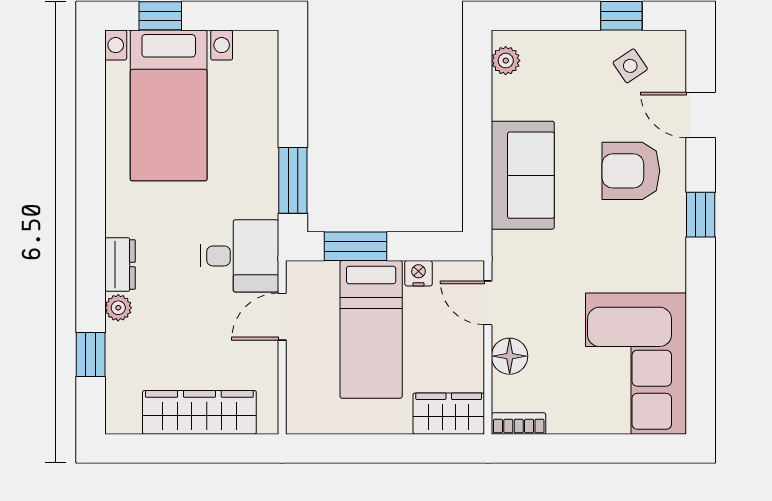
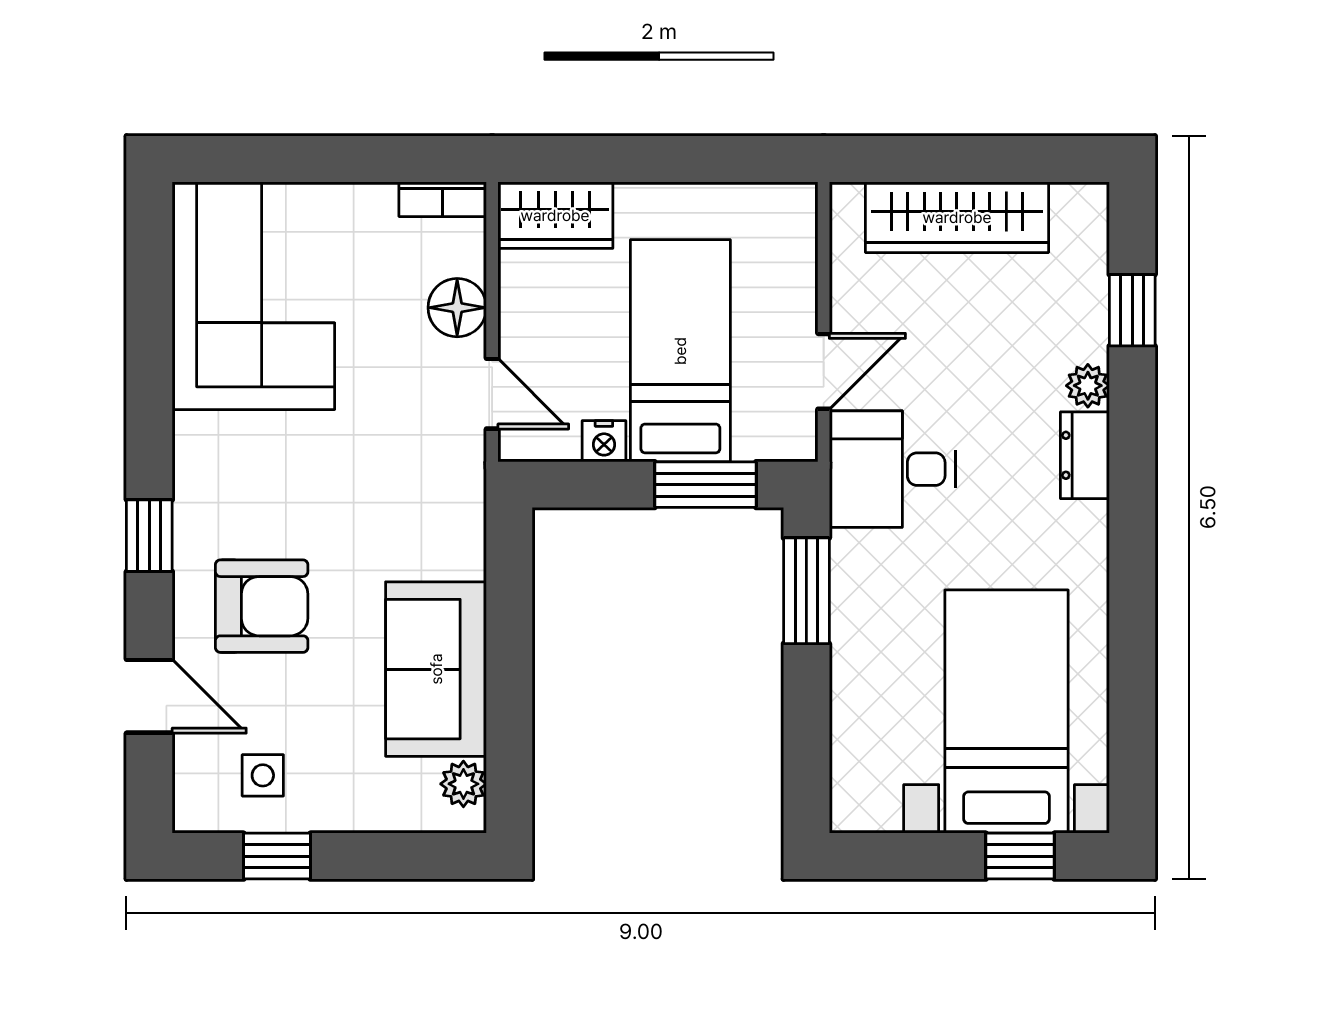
side table: (630, 66) -> (263, 775), turned 34
sofa: (523, 175) -> (436, 669), moved

